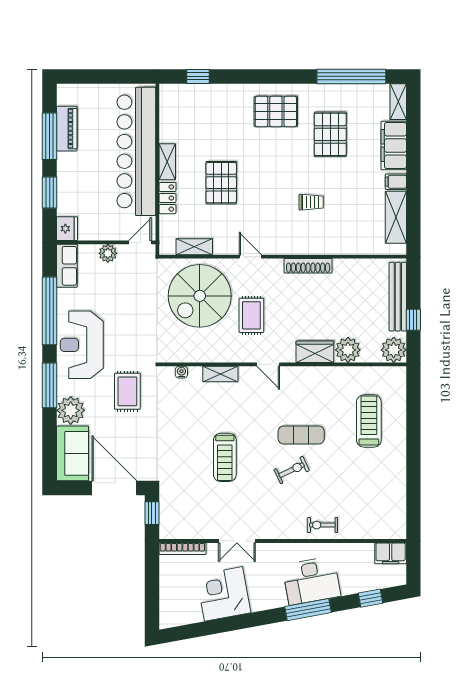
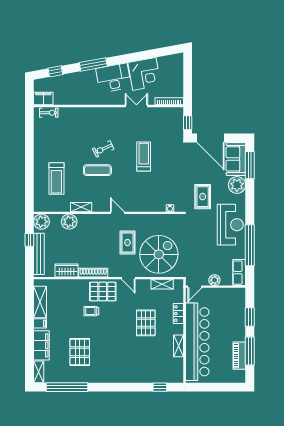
pallet: (276, 111) -> (103, 292), moved
shelving: (167, 162) -> (178, 346), moved
fridge: (67, 229) -> (239, 295), removed
wardrobe: (315, 352) -> (67, 270), moved, turned 180
shelving: (220, 374) -> (81, 207), moved
window: (50, 385) -> (250, 165), moved
exercise bike: (322, 525) -> (49, 113), moved
desk: (311, 581) -> (114, 78), moved

